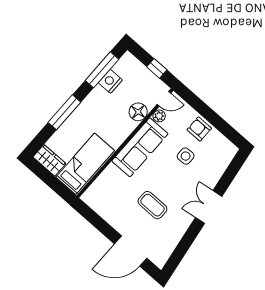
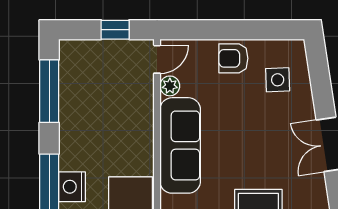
nightstand: (110, 81) -> (72, 187), moved
floor lamp: (138, 112) -> (140, 104), removed
side table: (186, 156) -> (278, 80), moved

